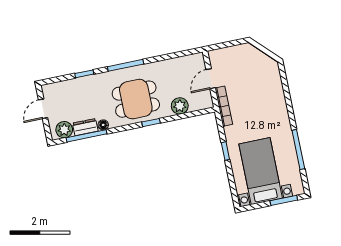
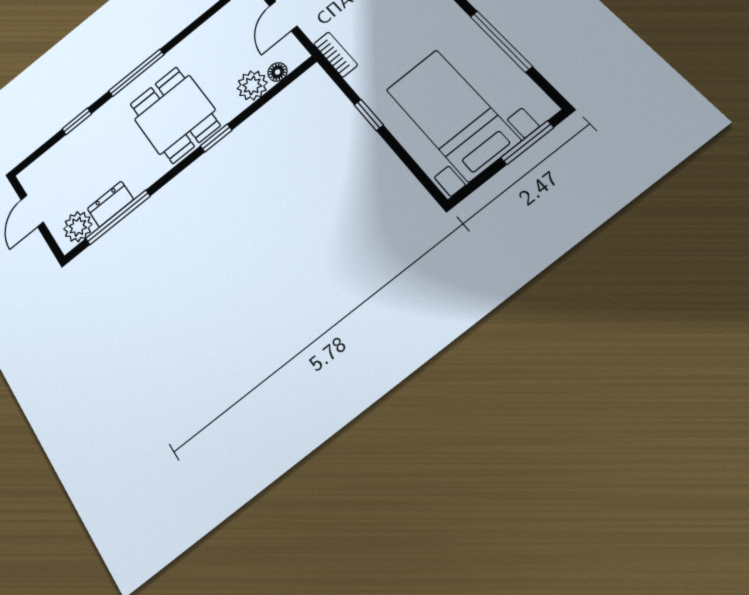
dining table: (136, 99) -> (175, 115), turned 90
bookcase: (224, 106) -> (335, 55), width x0.64
floor lamp: (103, 125) -> (278, 72), moved

